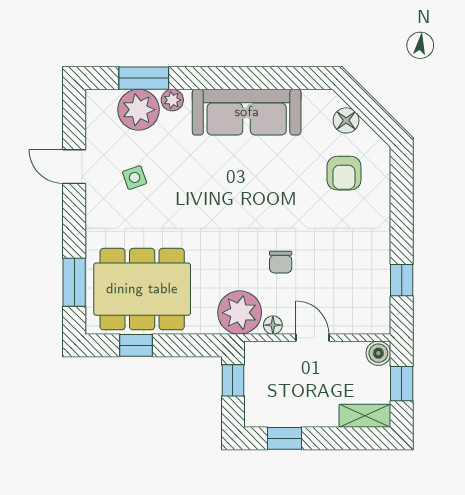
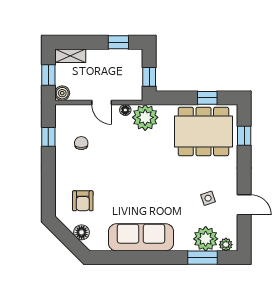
plant: (172, 100) -> (226, 245), moved
armchair: (344, 173) -> (83, 201), turned 180
chair: (281, 262) -> (81, 143), moved
window: (74, 282) -> (244, 136), width x0.67

